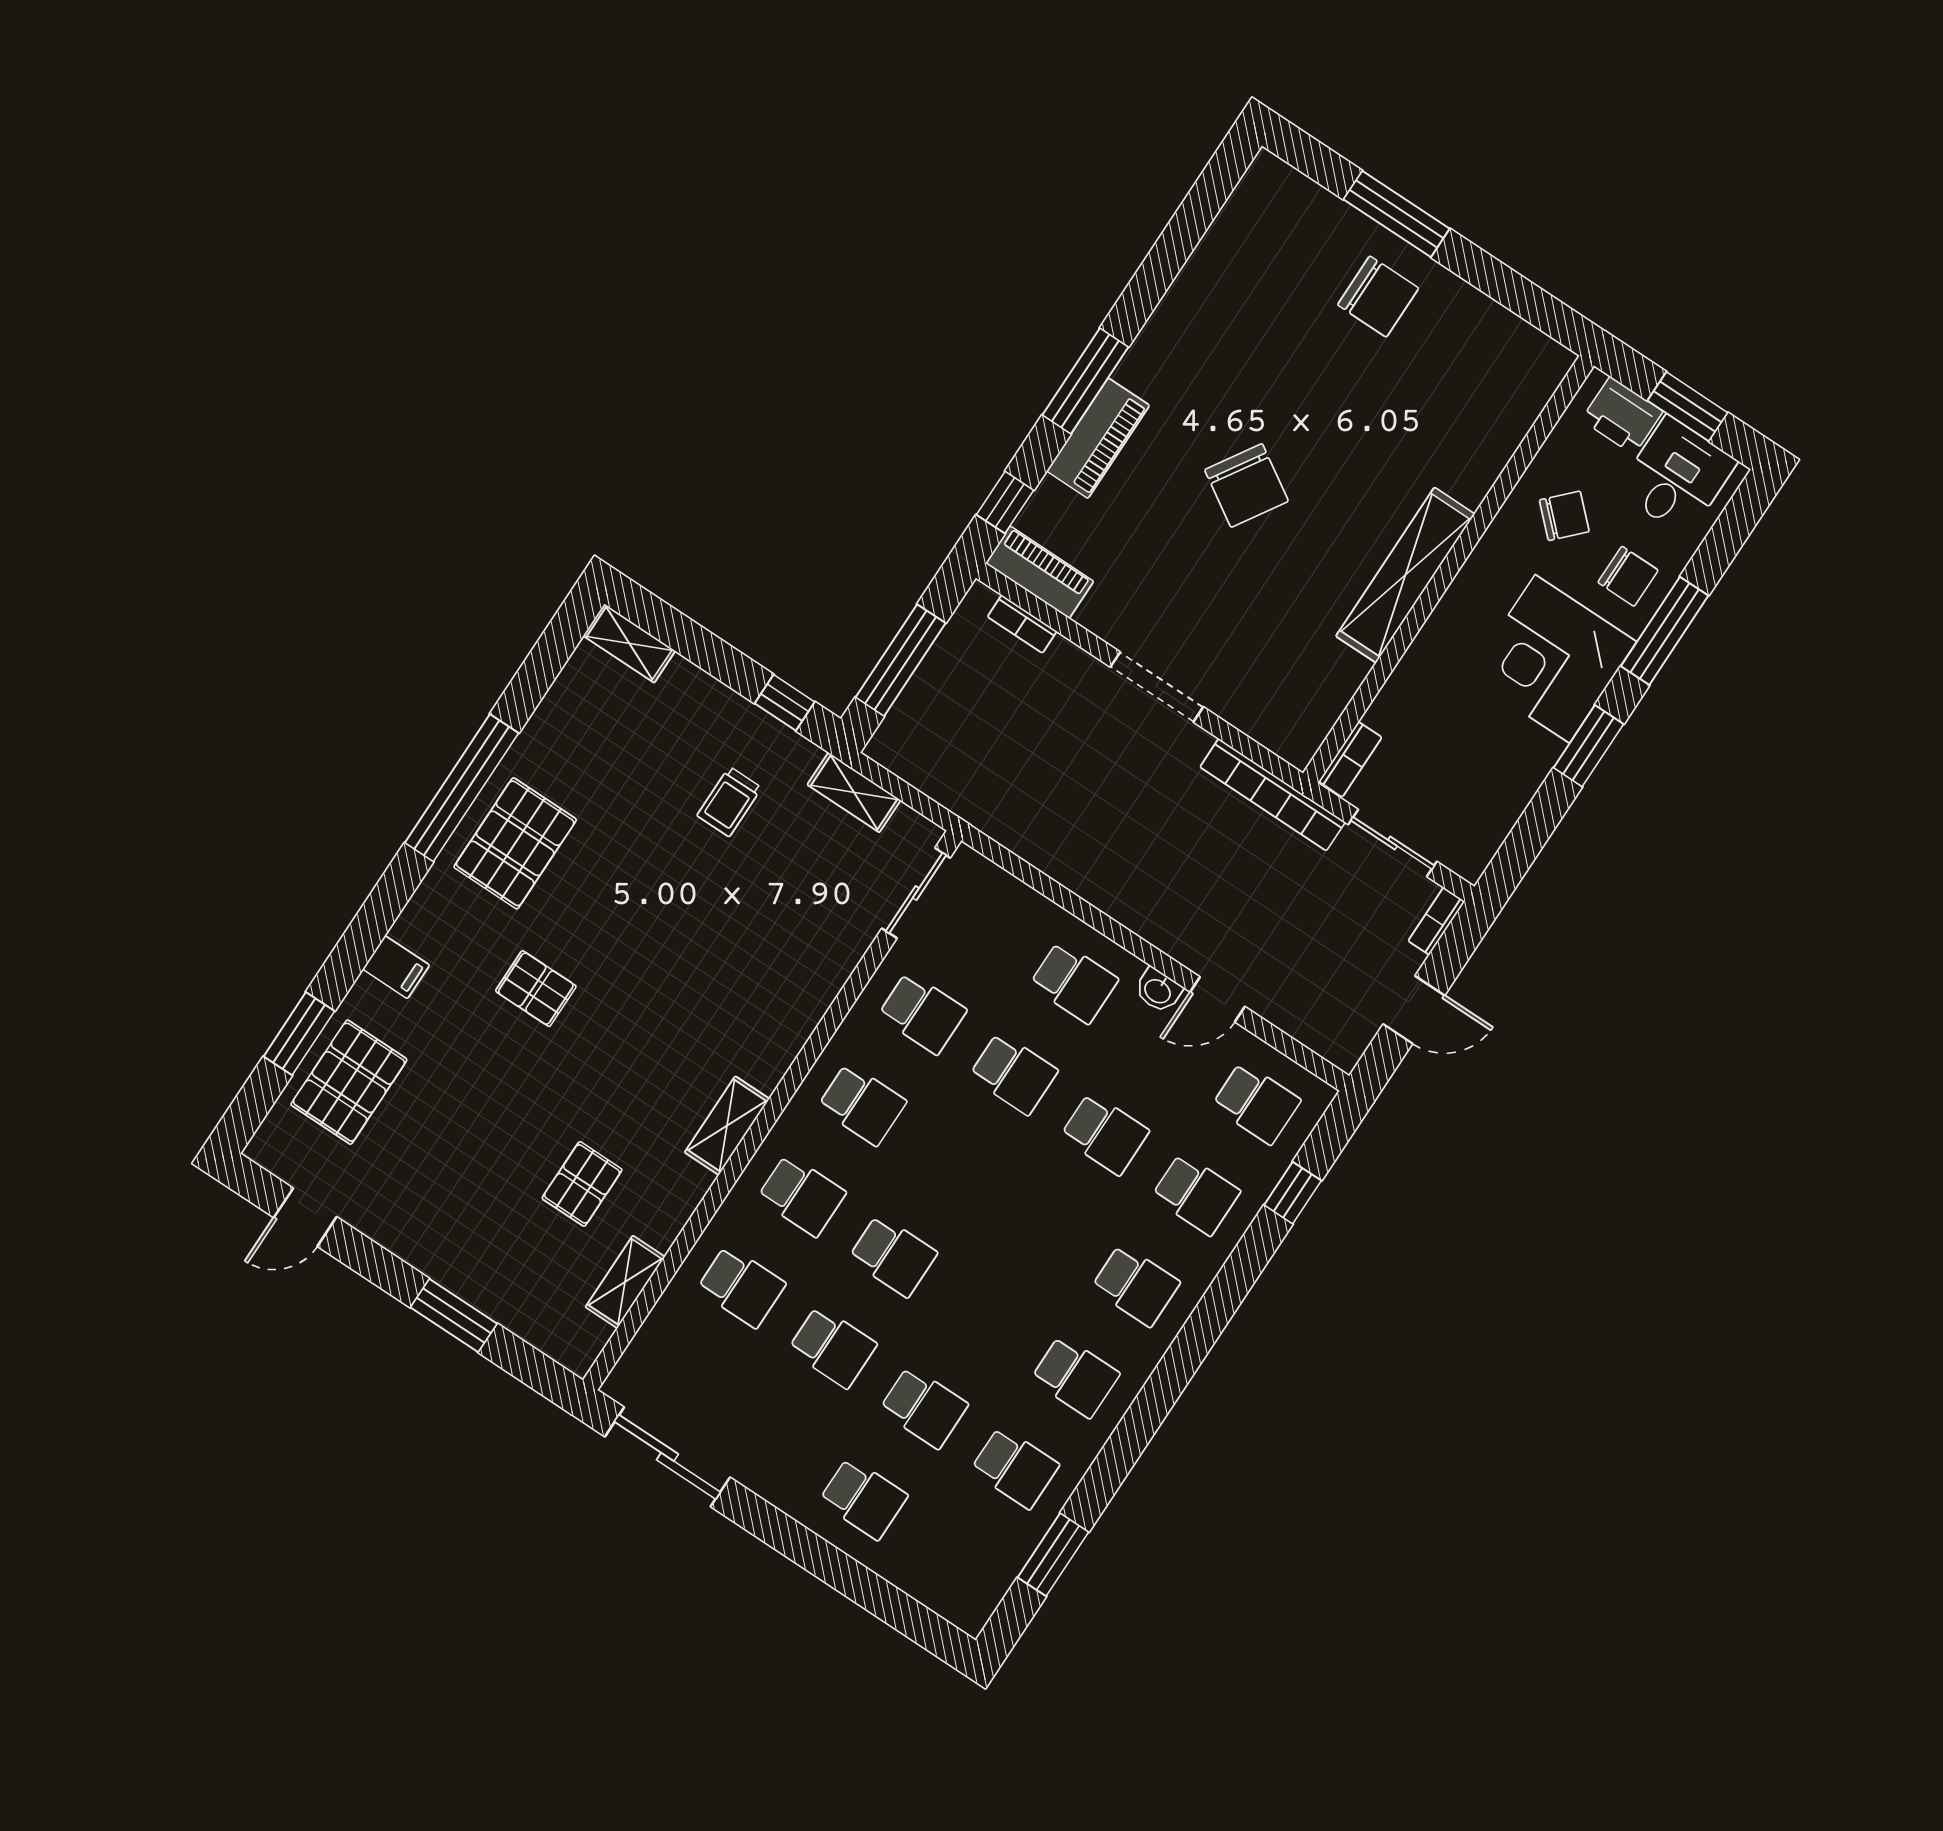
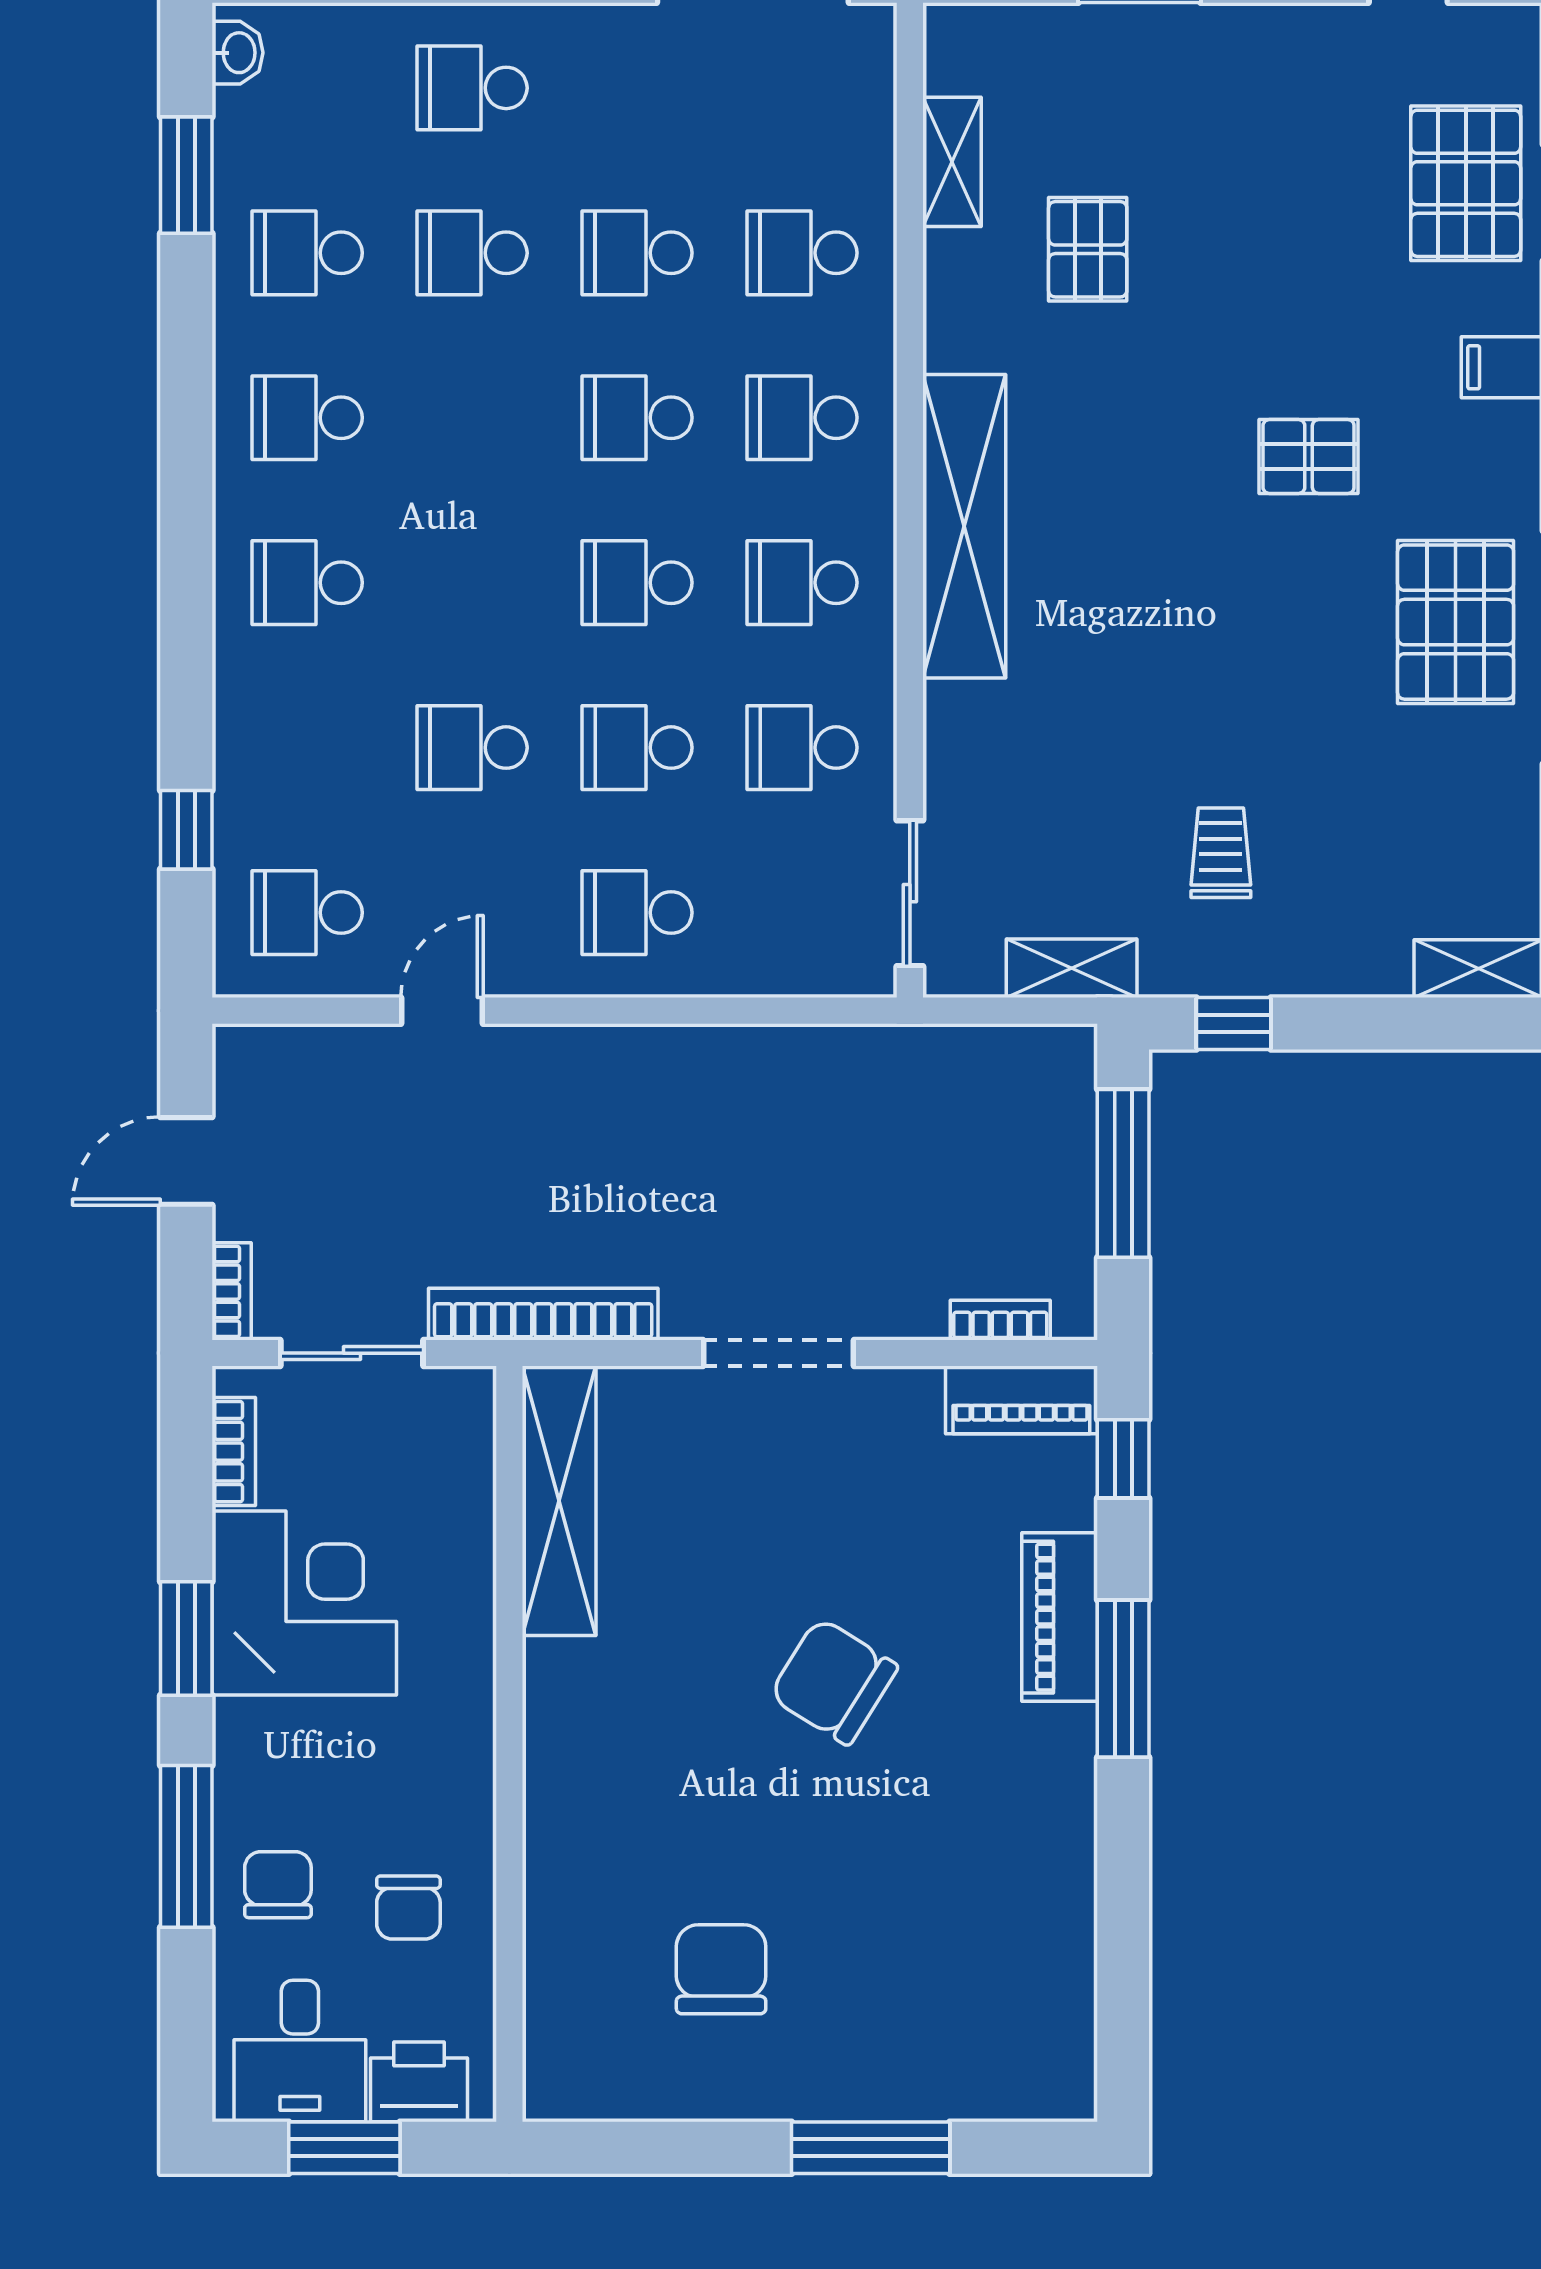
chair: (1378, 296) -> (721, 1969), moved, turned 90
chair: (1564, 516) -> (408, 1908), turned -44
shelving: (1405, 575) -> (559, 1501), moved
chair: (1628, 576) -> (278, 1885), turned 90
corner desk: (1552, 659) -> (304, 1603), moved
bookcase: (1350, 759) -> (234, 1452), moved, turned 180
washbasin: (1158, 990) -> (238, 53), moved, turned 90
shelving: (727, 1126) -> (964, 526), width x2.20, depth x1.33
school desk: (1196, 1194) -> (637, 583), moved

